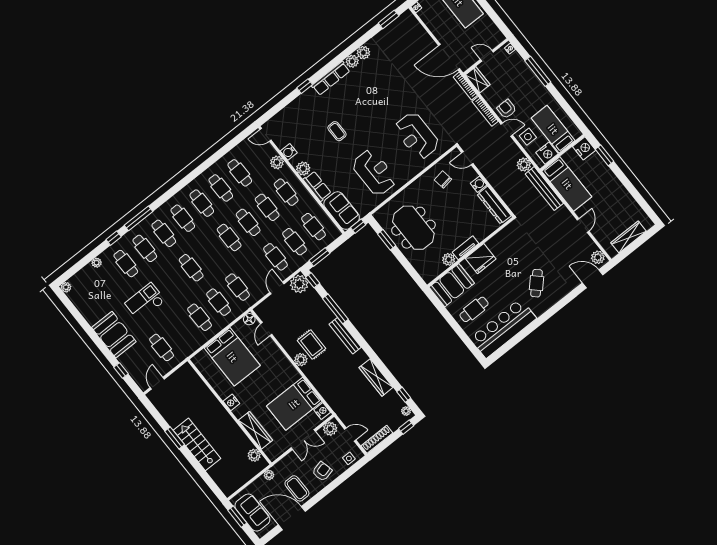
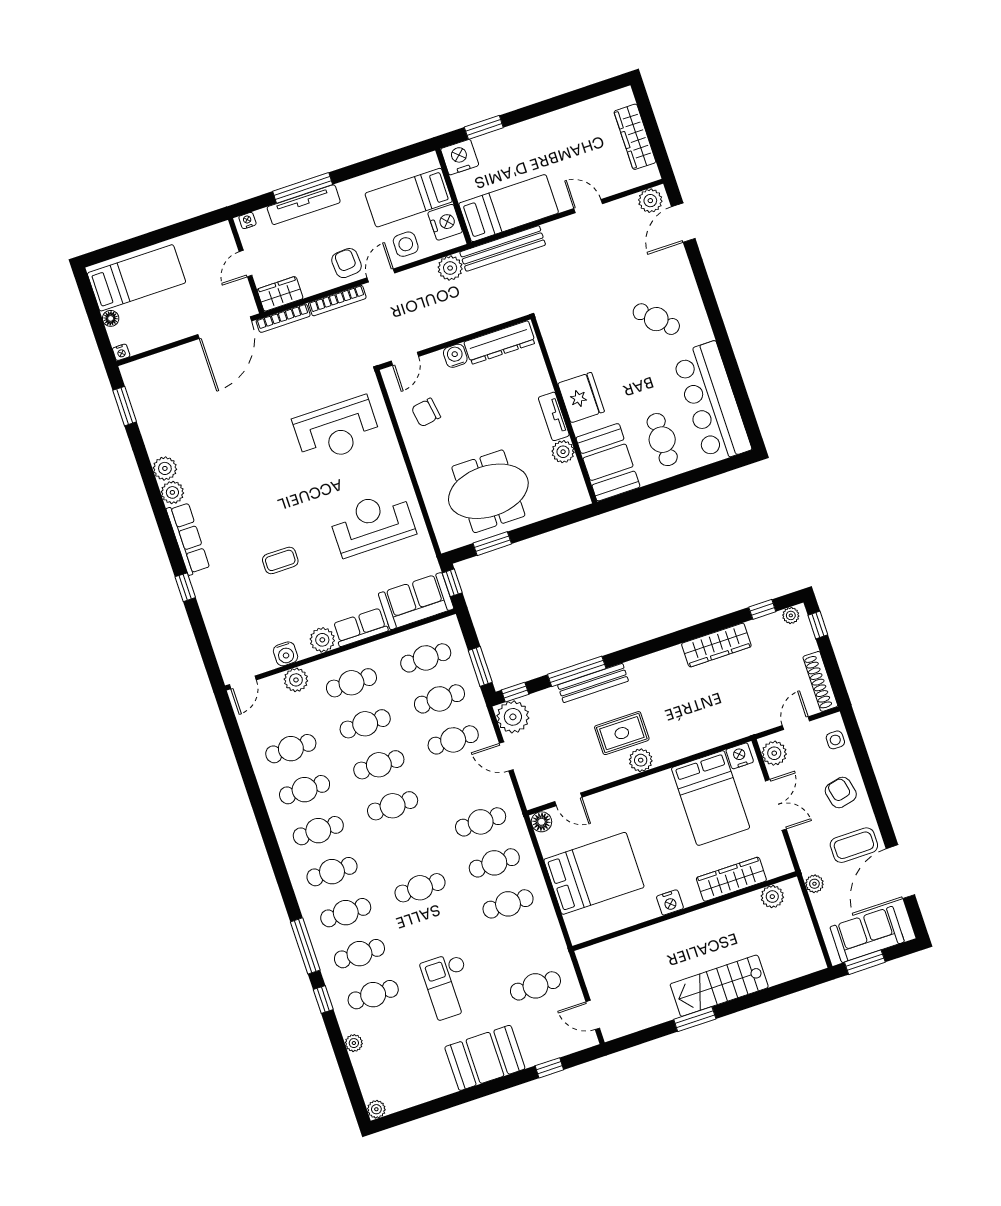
tv unit: (529, 75) -> (304, 205), added
armchair: (507, 109) -> (346, 263), turned 86
bench: (345, 336) -> (593, 683), moved

